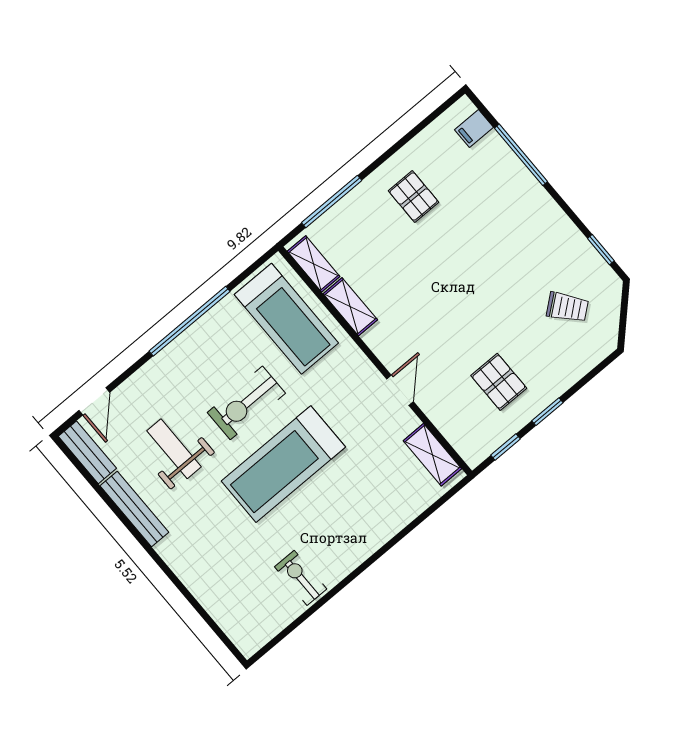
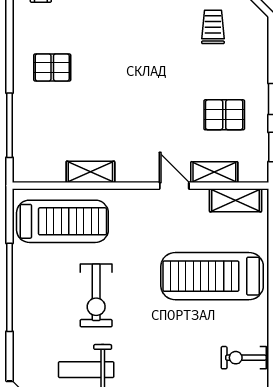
shelving: (314, 264) -> (214, 172), moved
trolley: (567, 307) -> (213, 27), turned -51
treadmill: (283, 464) -> (212, 276), moved, turned 90

